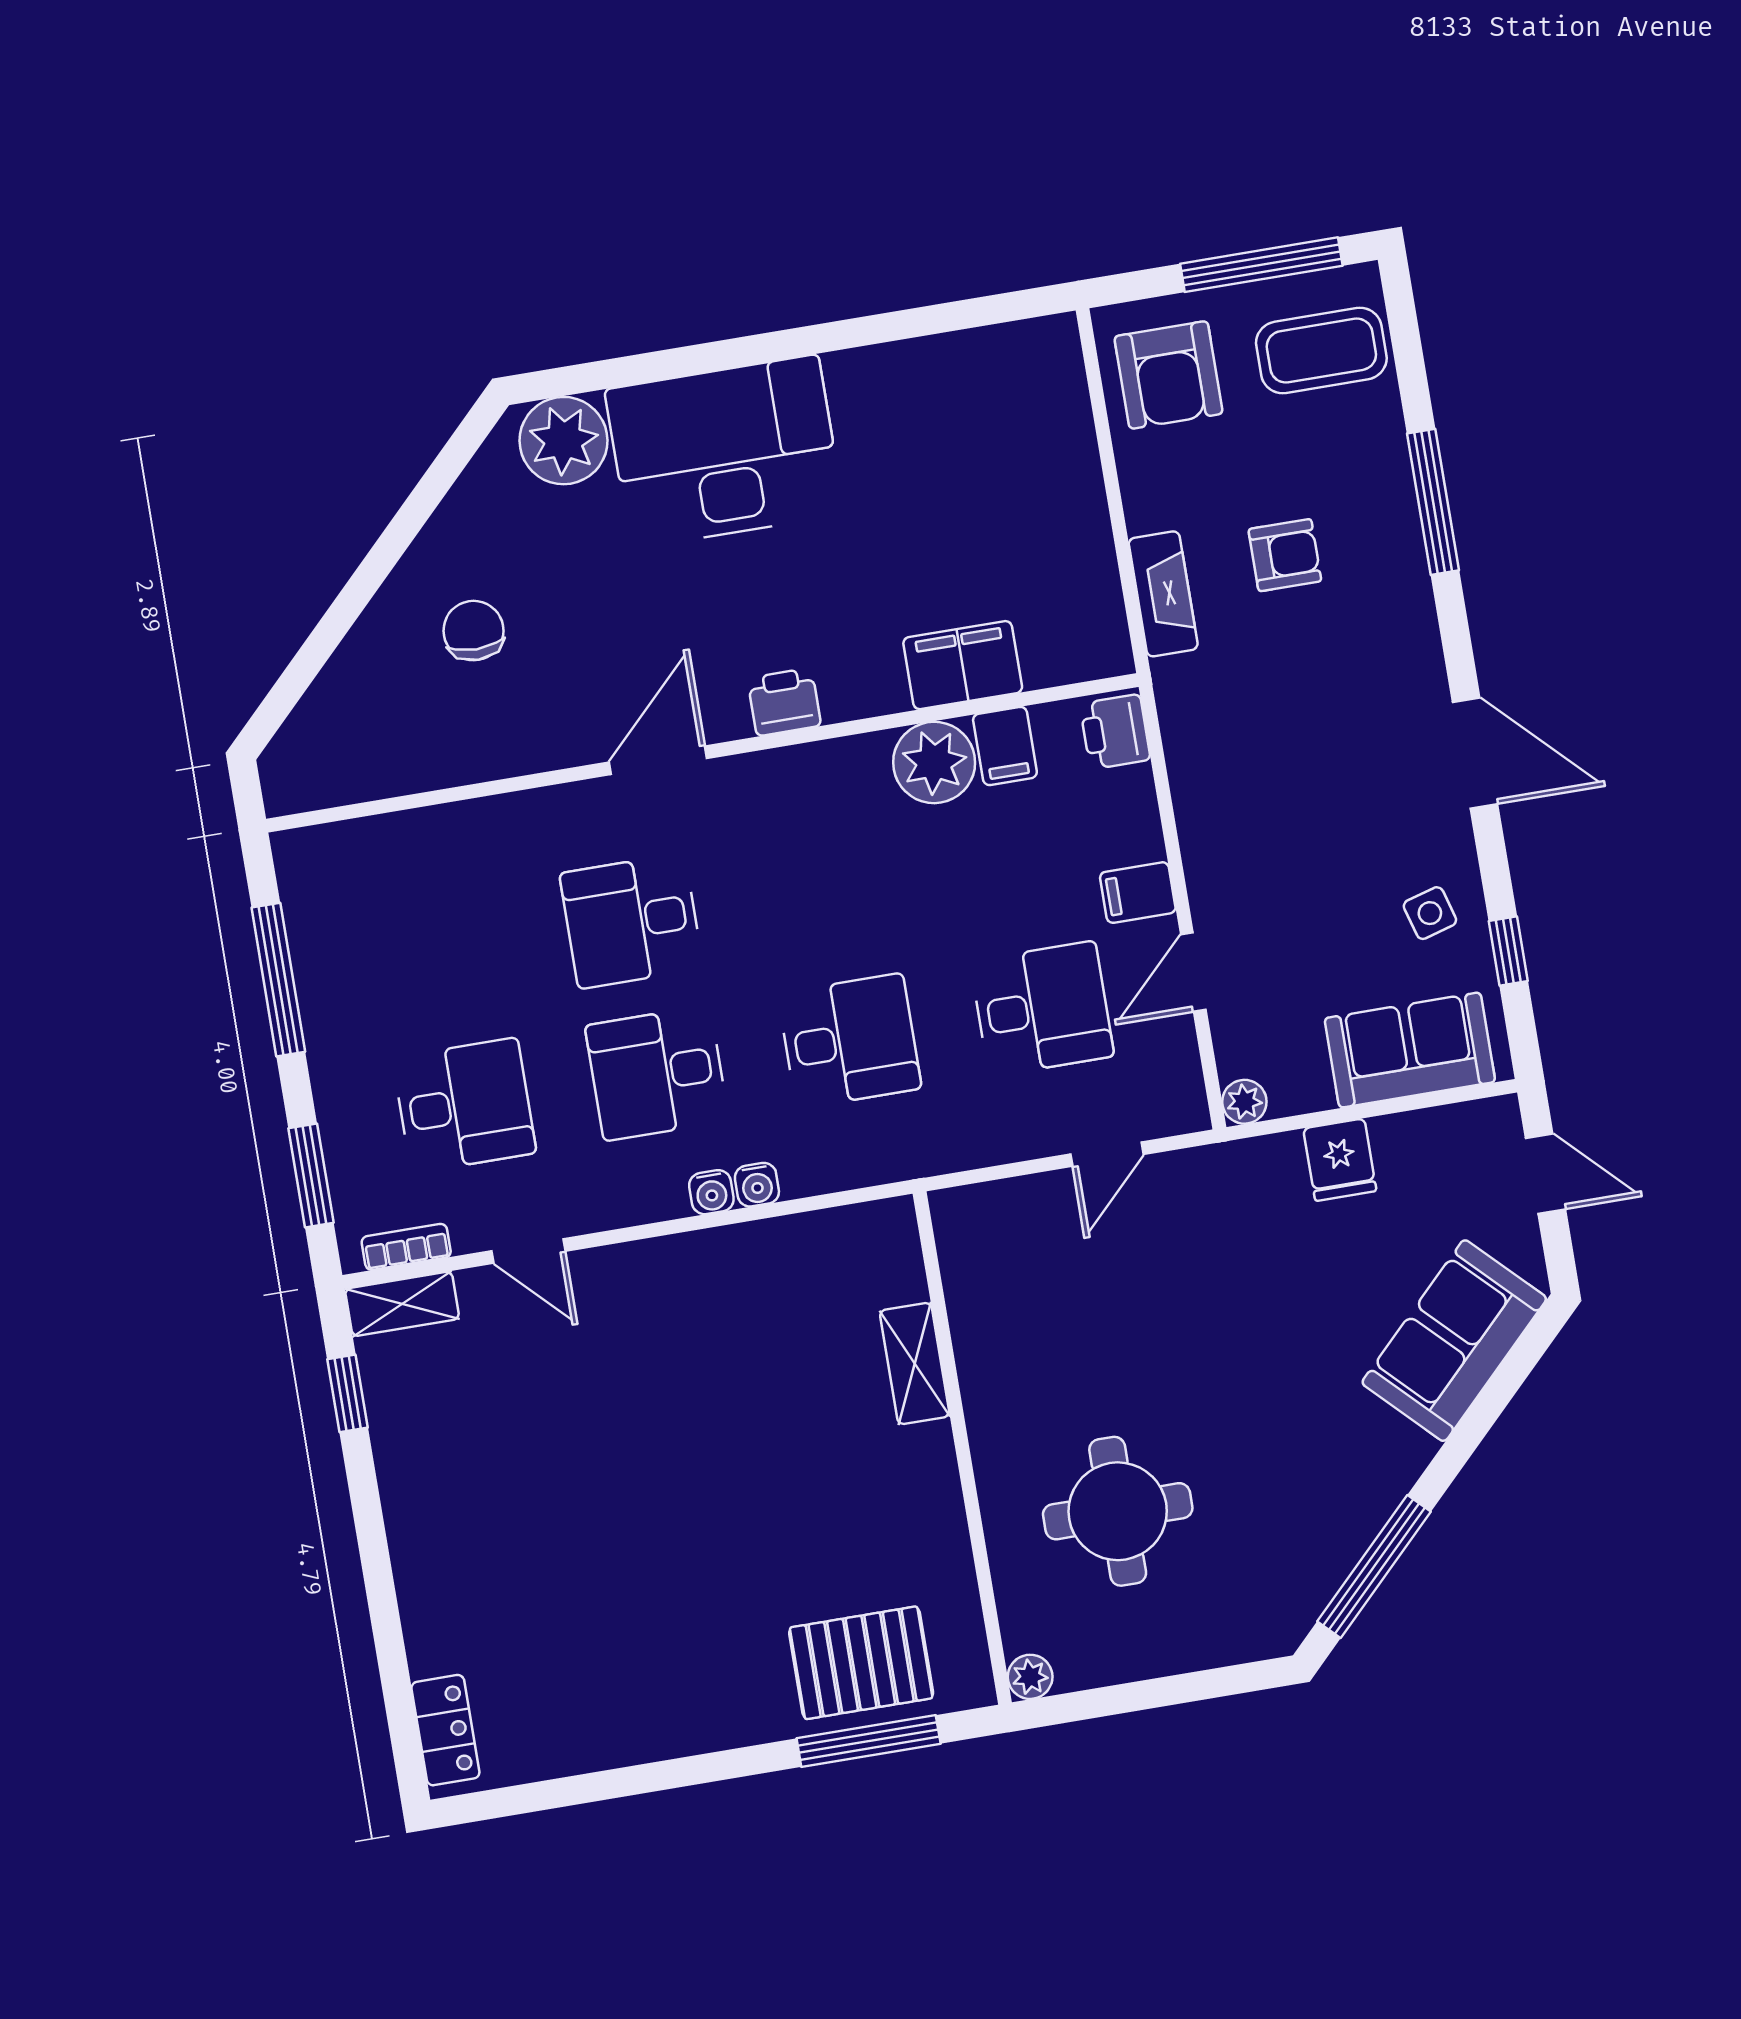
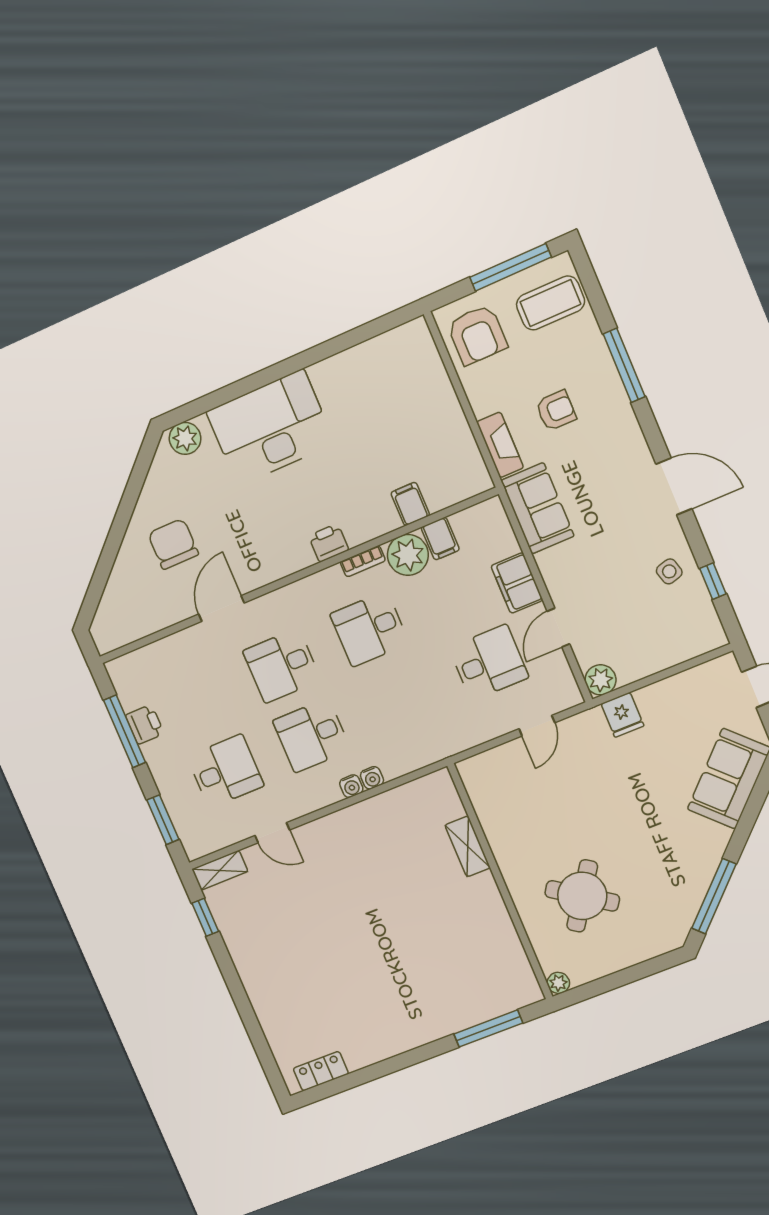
plant: (564, 441) -> (185, 438), width x0.73, depth x0.73
chair: (474, 631) -> (173, 544), width x1.37, depth x1.37
filing cabinet: (963, 665) -> (410, 504), width x0.50
printer: (1115, 732) -> (145, 724), moved, turned 180
door: (658, 760) -> (221, 608), moved
filing cabinet: (1138, 893) -> (517, 583), width x2.00
desk: (849, 1041) -> (370, 629), moved, turned 180
sofa: (1410, 1050) -> (538, 508), moved, turned 90
plant: (1244, 1102) -> (601, 680), width x1.38, depth x1.38
fridge: (1340, 1160) -> (622, 715), moved
bookcase: (406, 1247) -> (363, 561), moved, turned 180
round table: (1118, 1511) -> (582, 896), turned 34
pallet: (861, 1663) -> (476, 993), removed
locker: (445, 1730) -> (321, 1071), moved, turned -90

